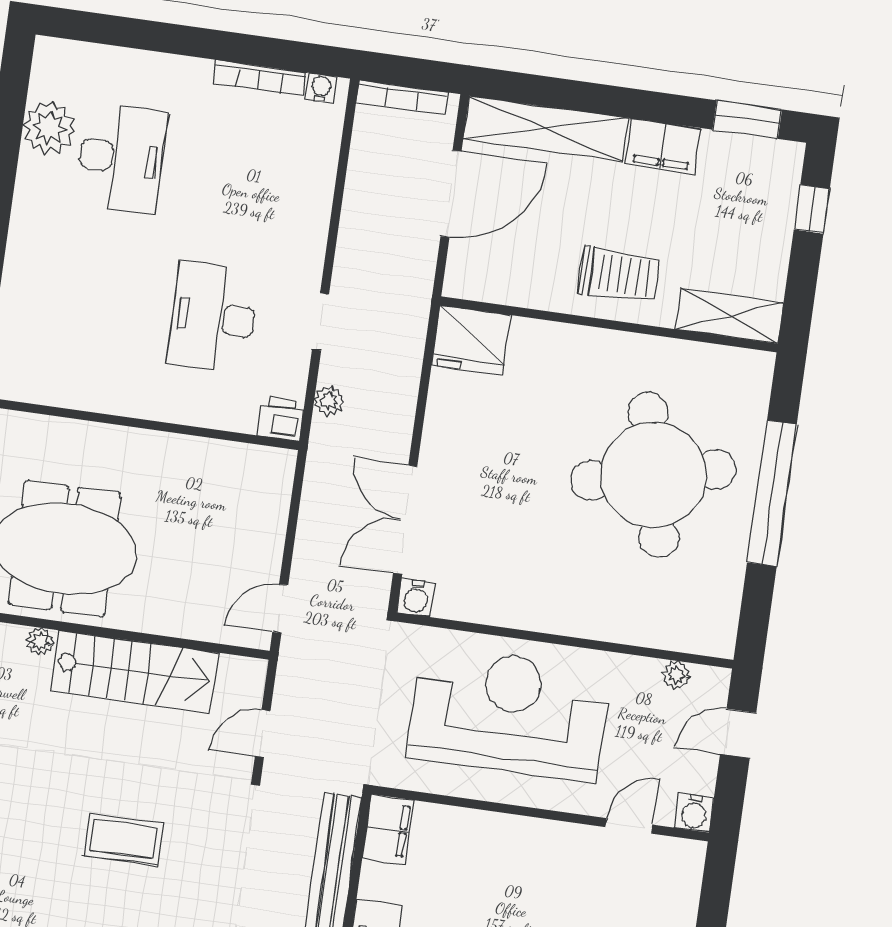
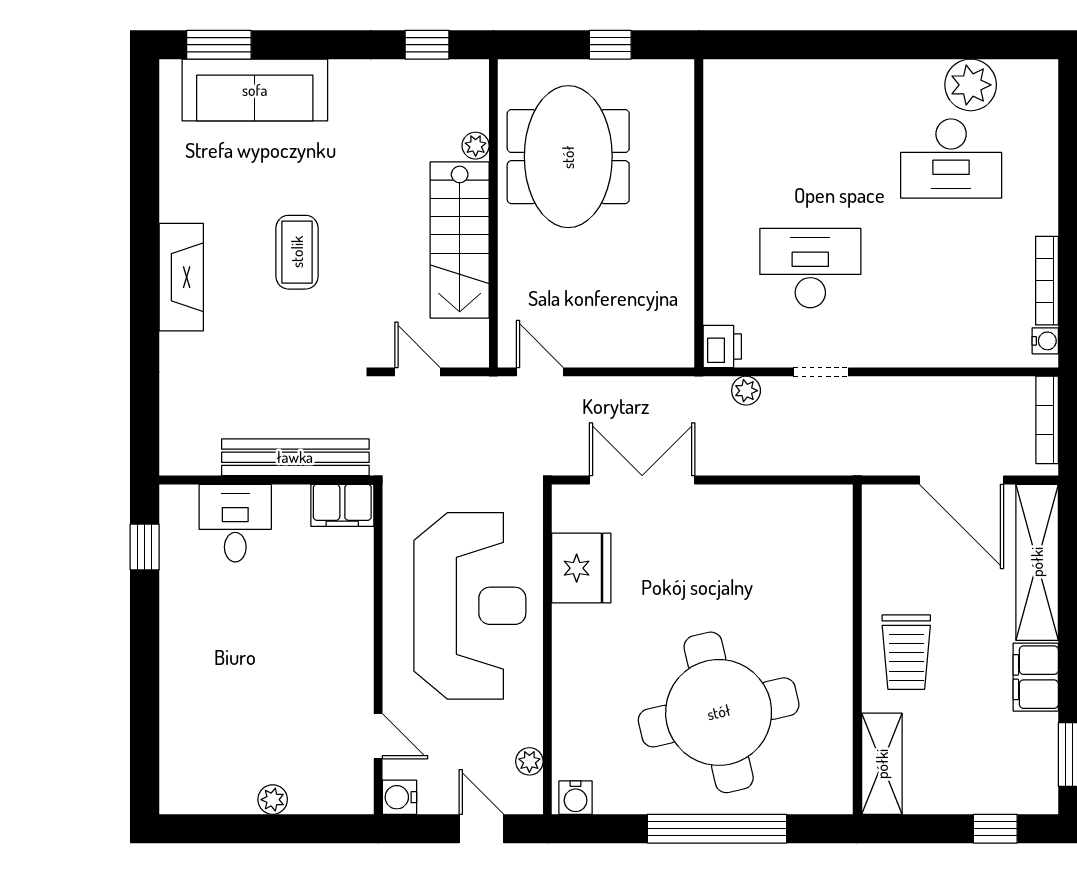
fridge: (471, 340) -> (581, 568), moved, turned 180
water cooler: (416, 598) -> (576, 798), moved, turned -90

